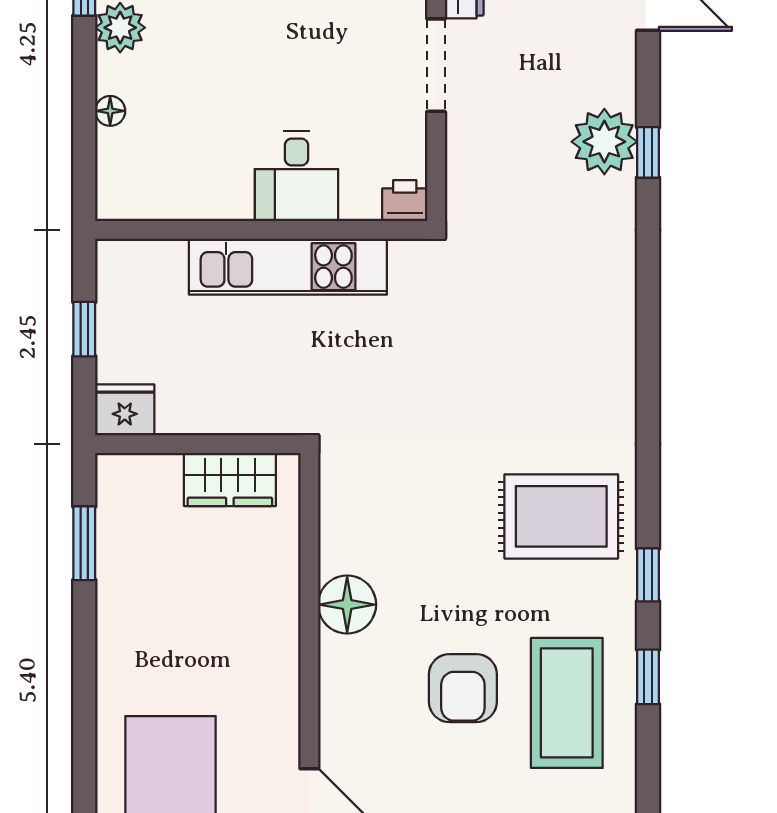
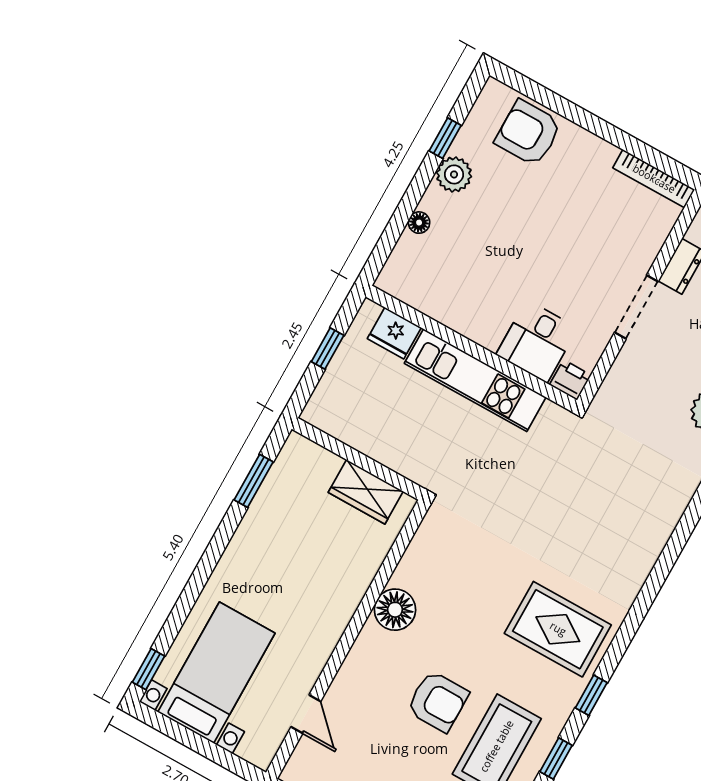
desk: (296, 176) -> (537, 341), moved
fridge: (125, 410) -> (394, 333), moved, turned 180
armchair: (463, 688) -> (438, 701), turned -90

